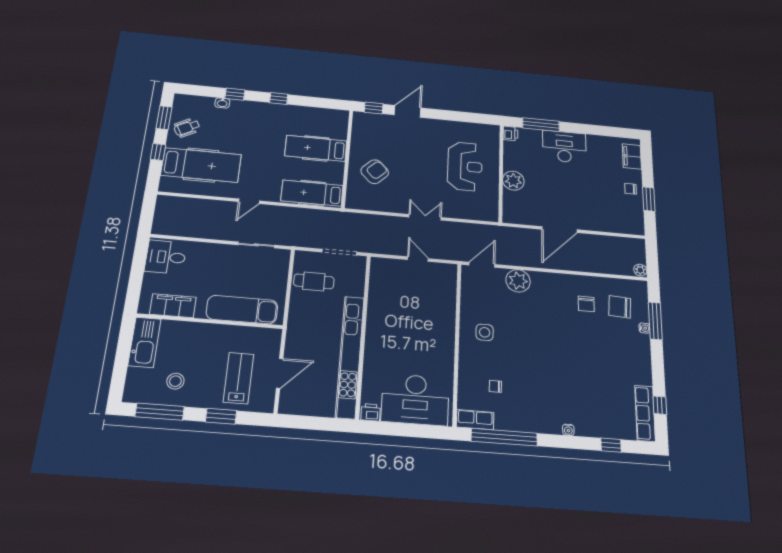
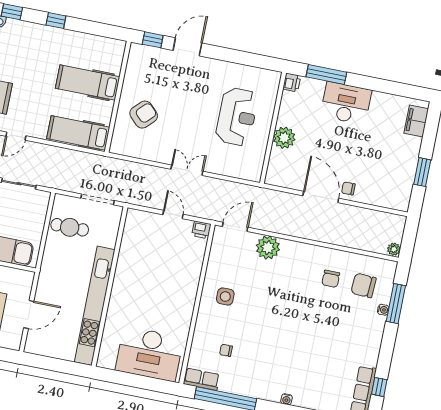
chair: (631, 189) -> (348, 188), moved
door: (559, 230) -> (321, 197), swing flipped
printer: (371, 412) -> (201, 230), moved, turned 180

